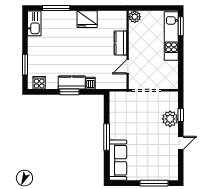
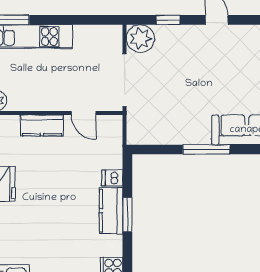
plant: (170, 119) -> (140, 39), moved

